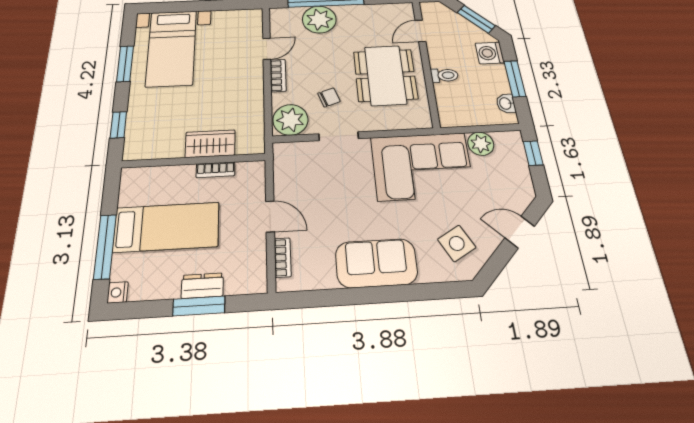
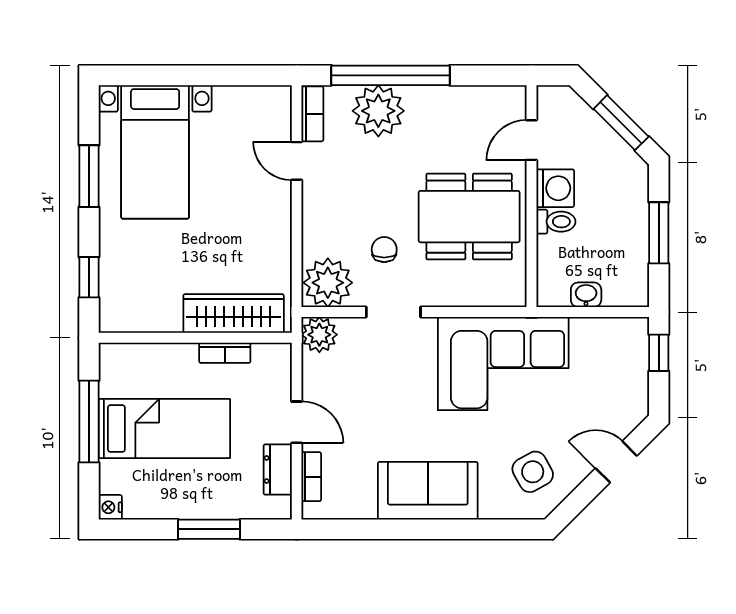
door: (267, 49) -> (297, 161), swing flipped
washing machine: (490, 53) -> (555, 188), moved, turned 180
dining table: (385, 75) -> (469, 217), turned 90
bookcase: (278, 76) -> (312, 114), moved
chair: (329, 97) -> (384, 250), turned -71
washbasin: (506, 103) -> (586, 295), moved, turned 90
wardrobe: (210, 144) -> (234, 313), width x1.50
plant: (481, 144) -> (319, 335), moved
window: (105, 246) -> (89, 421), moved
dresser: (202, 286) -> (278, 469), moved, turned -90

